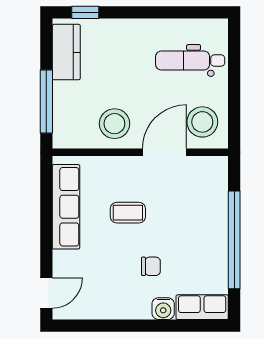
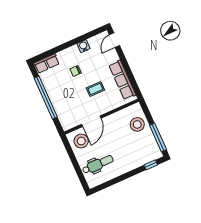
kitchen counter: (66, 52) -> (151, 145), removed
window: (46, 102) -> (158, 138), moved
stool: (114, 124) -> (137, 124), moved
water cooler: (163, 309) -> (83, 46), moved

